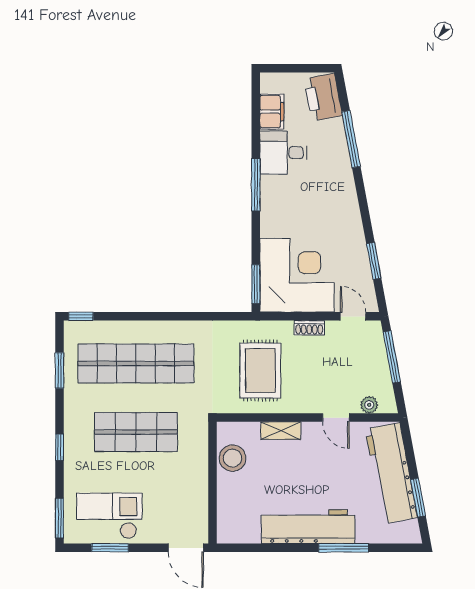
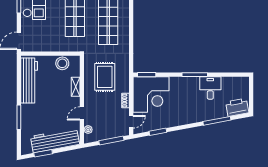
filing cabinet: (272, 112) -> (230, 82), removed
rug: (260, 371) -> (105, 77), turned 90
workbench: (308, 527) -> (29, 80), moved

